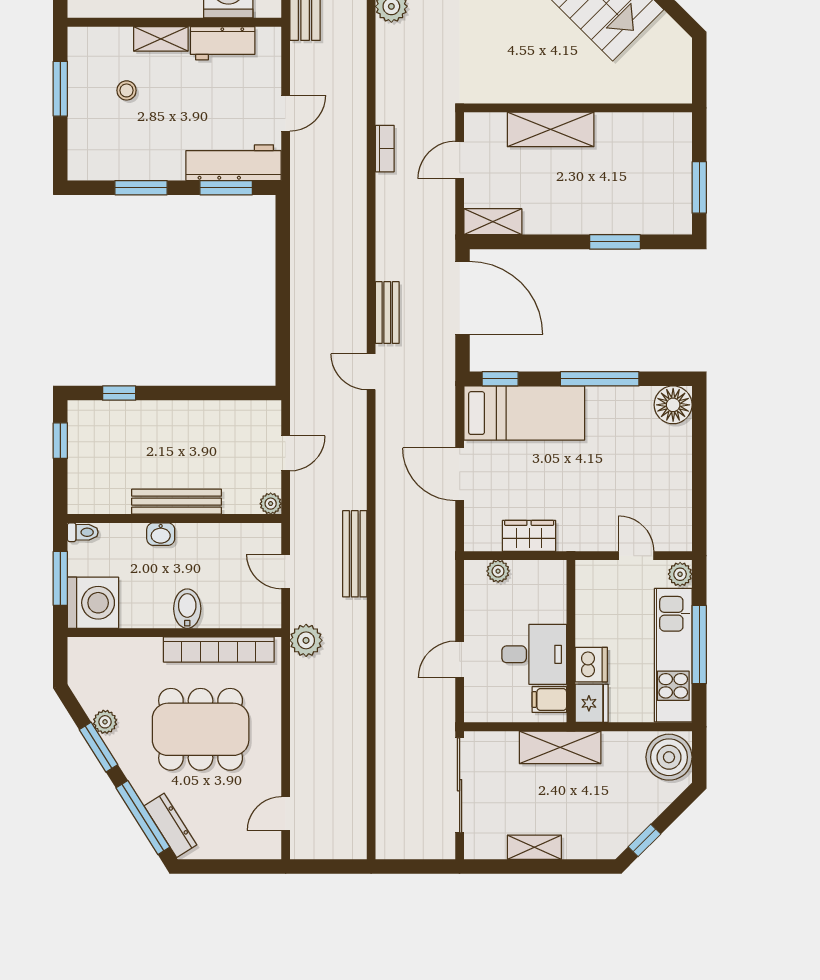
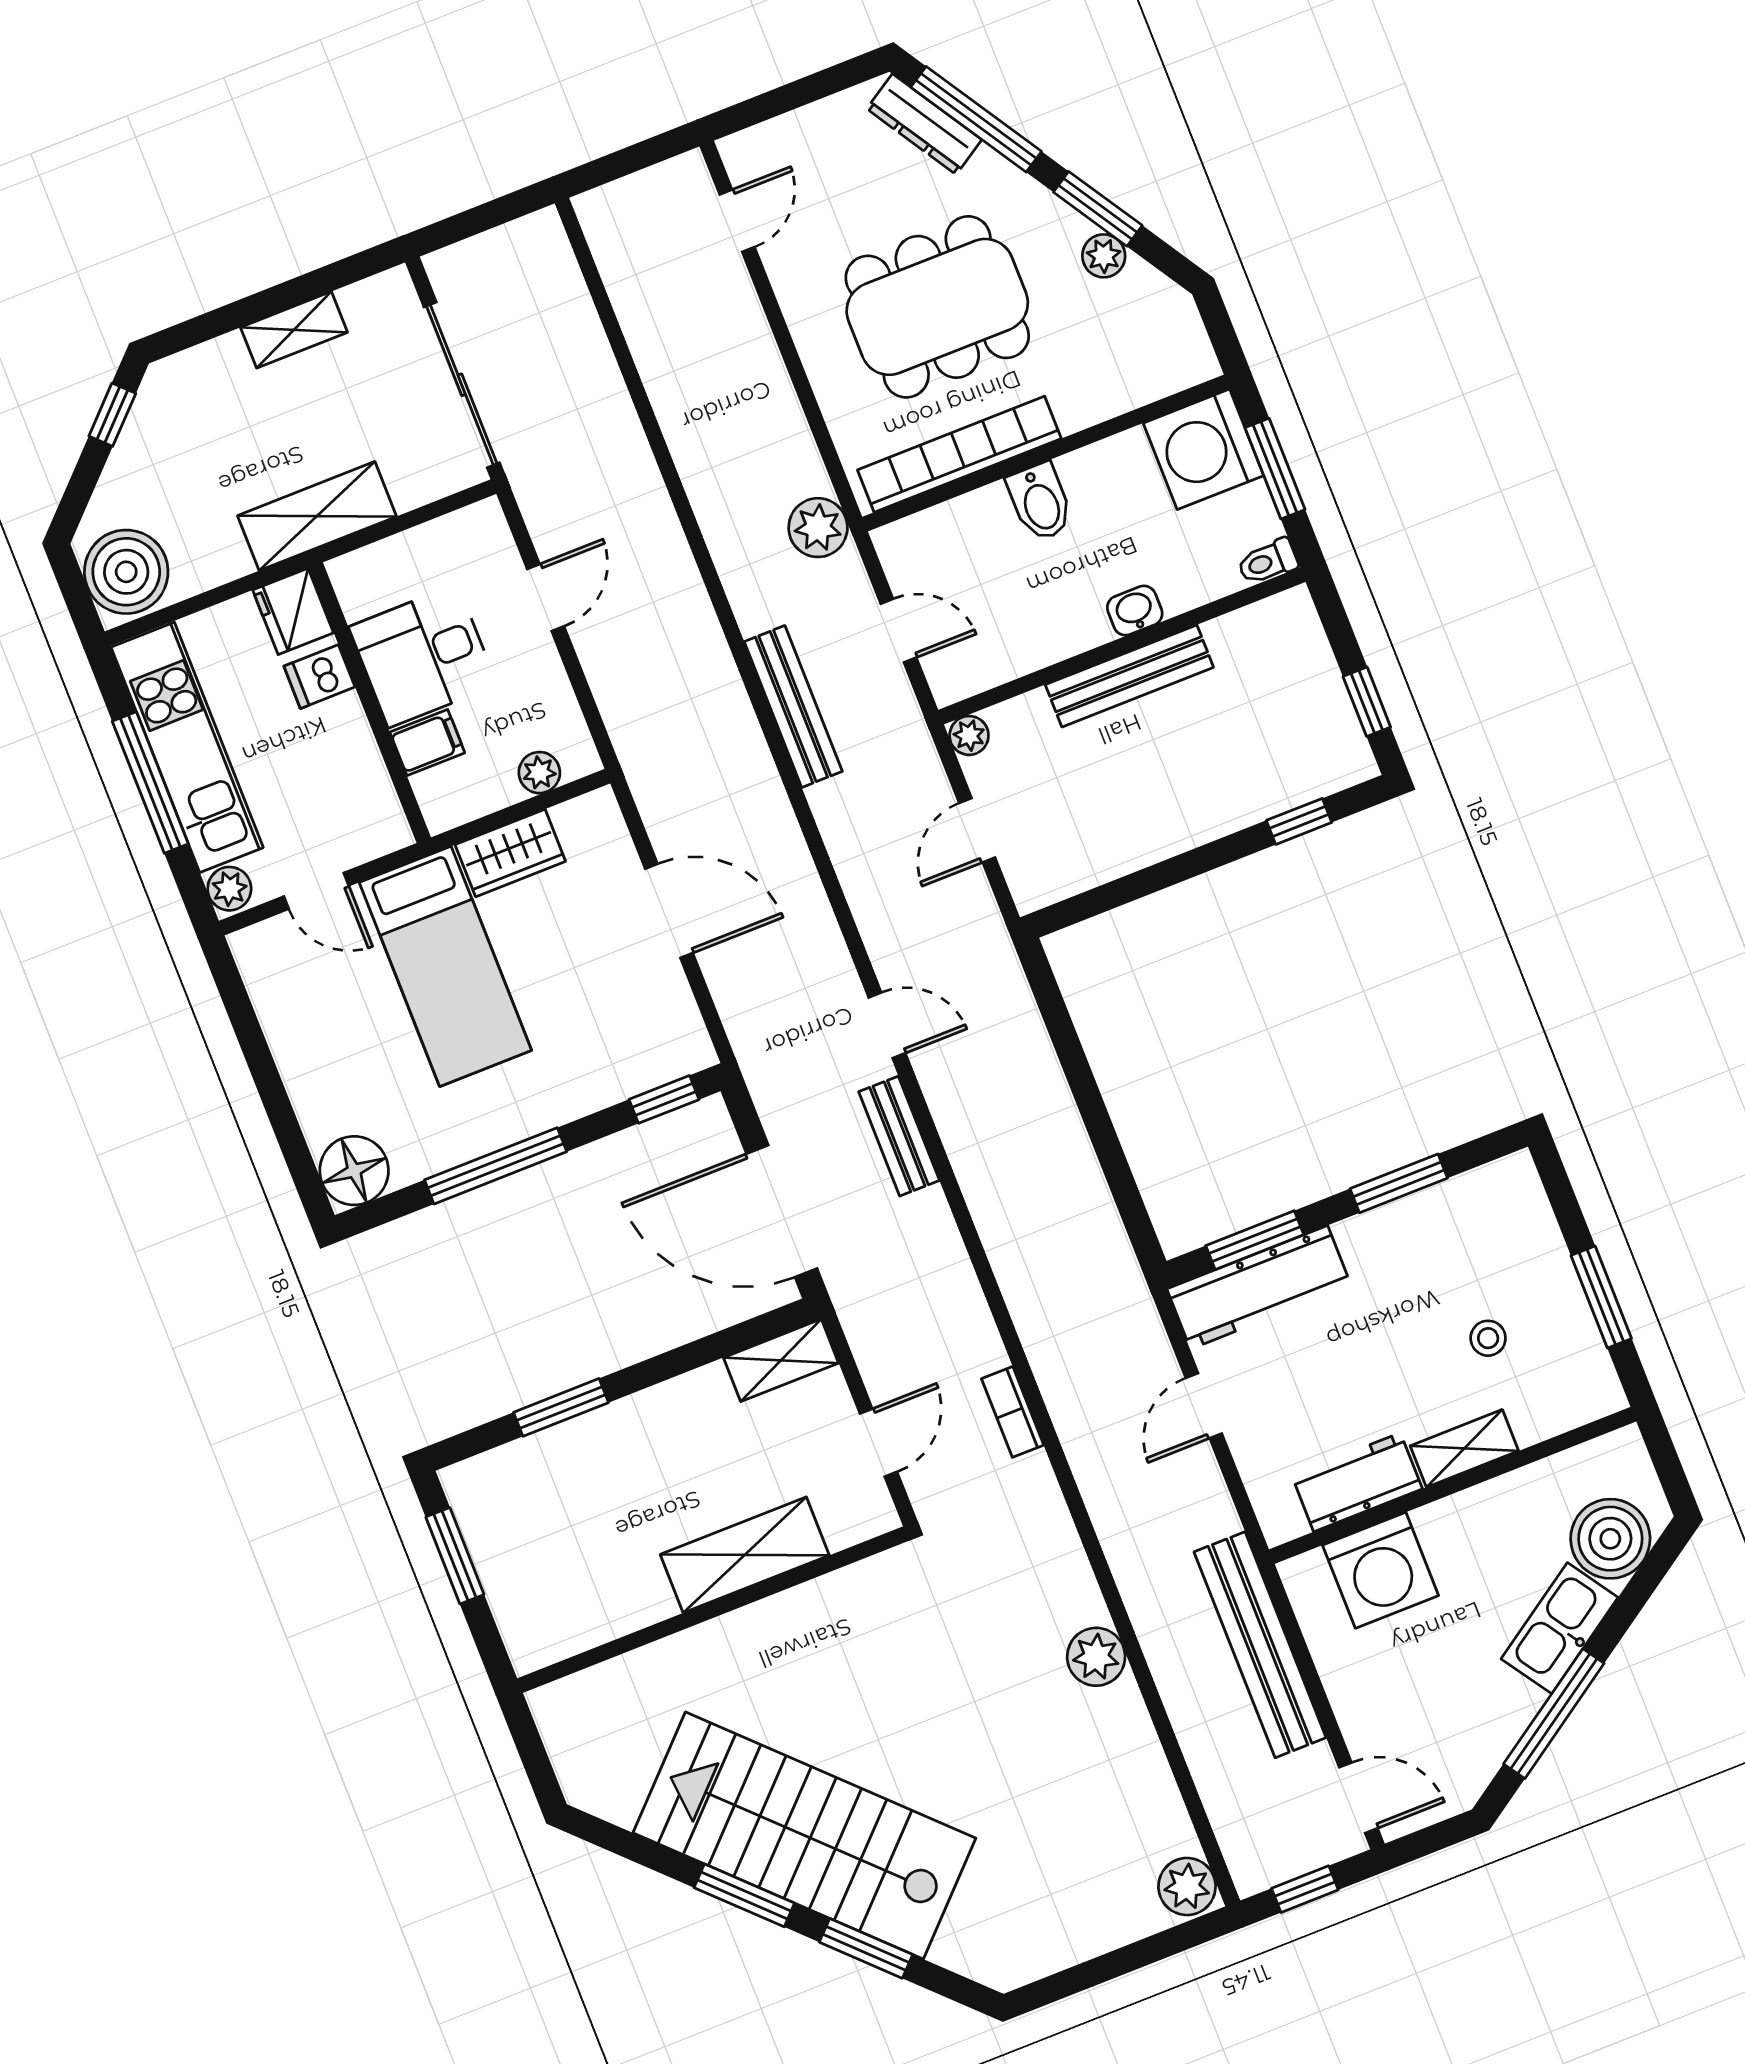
bed: (524, 413) -> (445, 966), moved, turned -90
dishwasher: (591, 665) -> (319, 677), width x0.73
filing cabinet: (549, 700) -> (427, 743), moved

